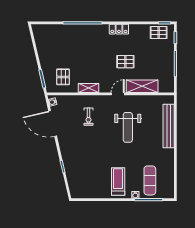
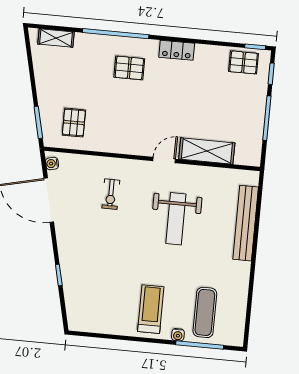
pallet: (125, 62) -> (129, 68), moved
shelving: (89, 88) -> (56, 38), moved

